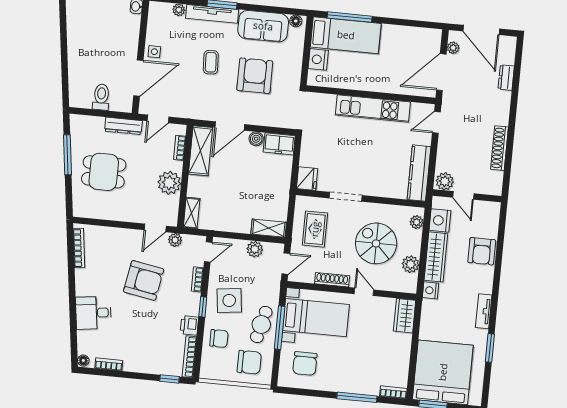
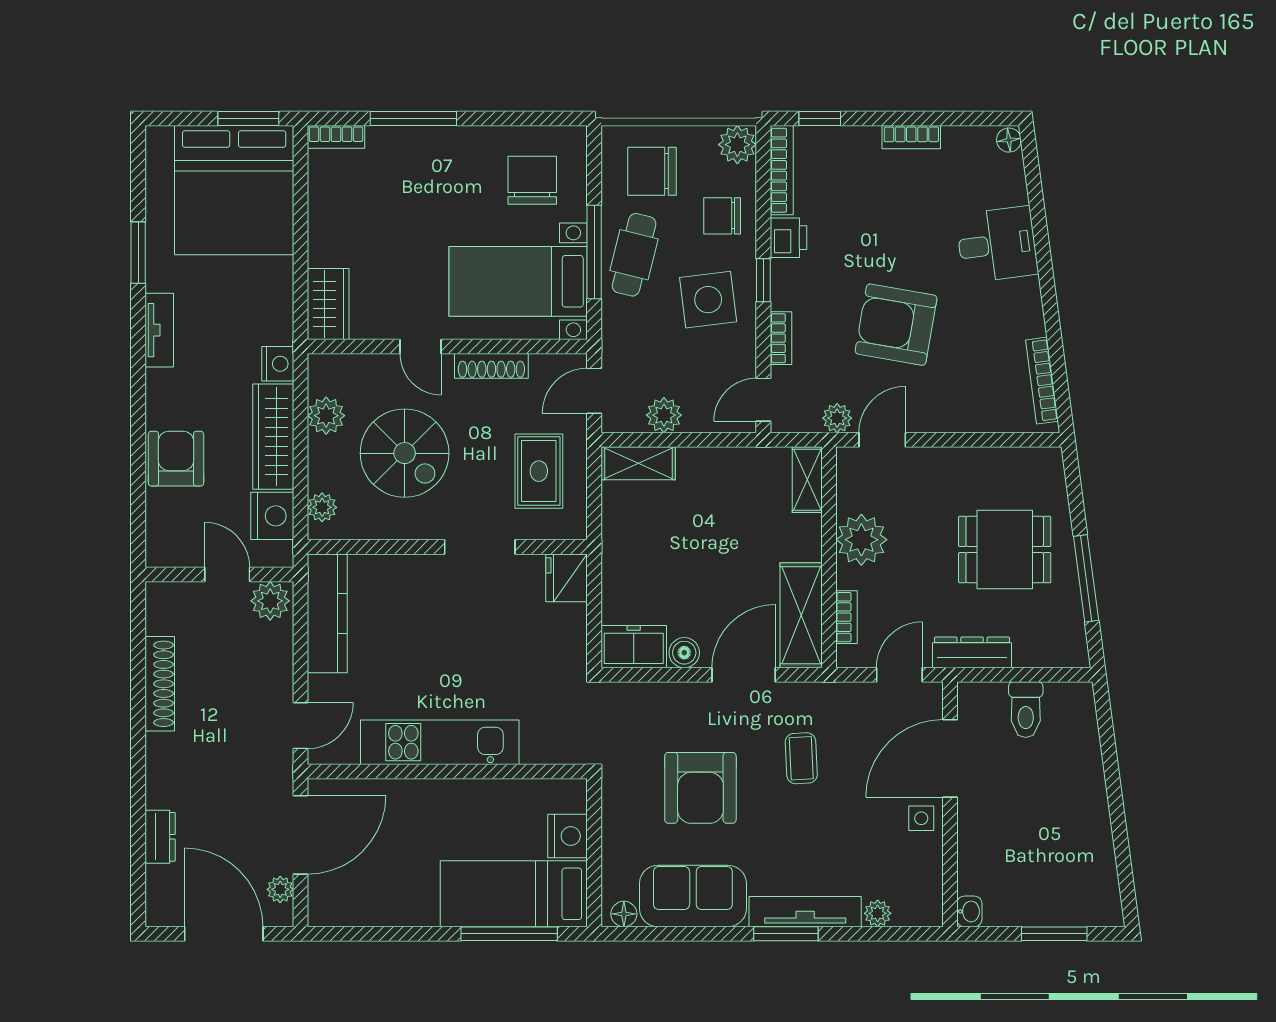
coffee table: (211, 62) -> (801, 758), moved
bookcase: (109, 364) -> (911, 137), moved
plant: (209, 371) -> (737, 145), added

